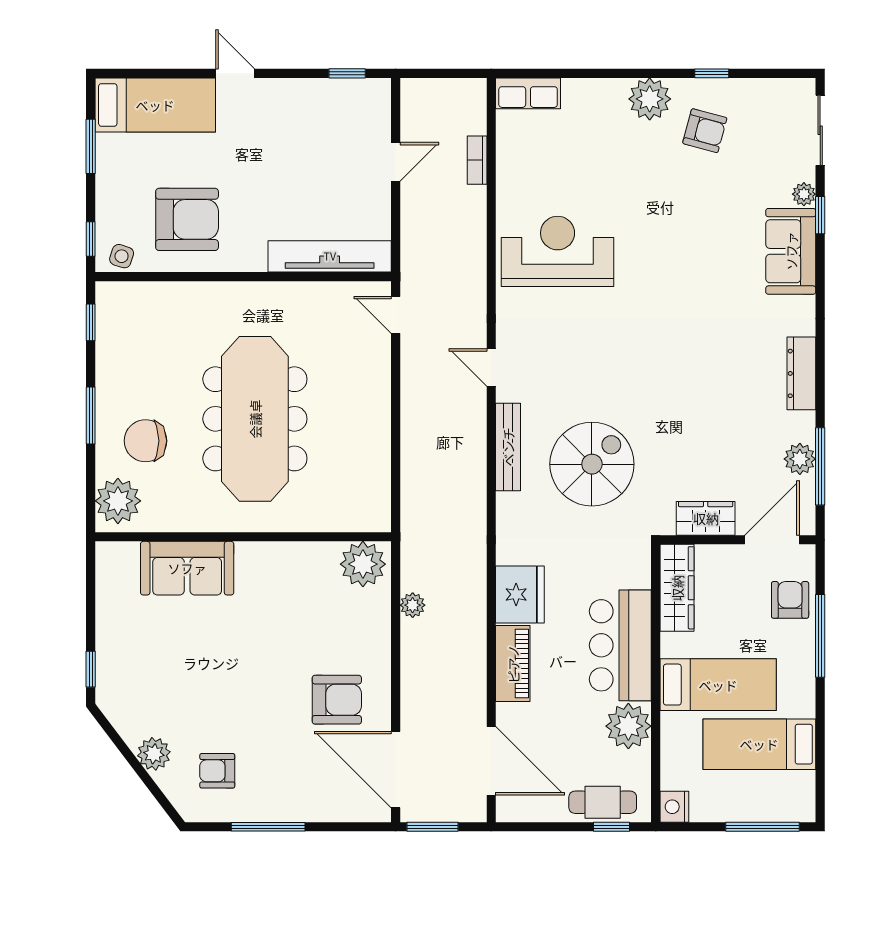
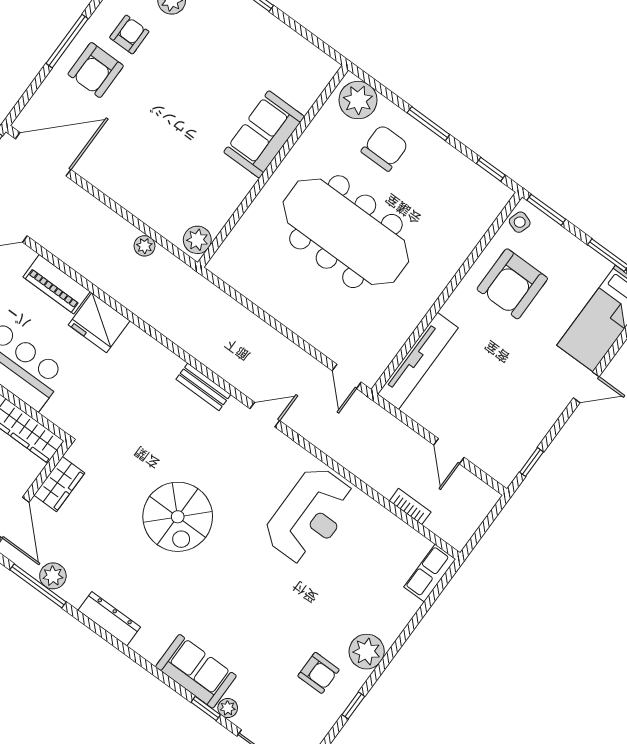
armchair: (705, 131) -> (319, 673), turned -105
window: (91, 239) -> (546, 210), width x1.50
door: (396, 315) -> (347, 376), swing flipped
bench: (508, 447) -> (203, 387), width x0.73
spiral stairs: (592, 464) -> (178, 517), moved
plant: (363, 564) -> (197, 240), width x0.73, depth x0.73
sofa: (187, 568) -> (264, 134), moved
armchair: (337, 700) -> (96, 70), moved

